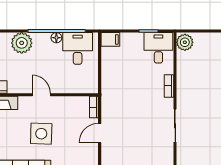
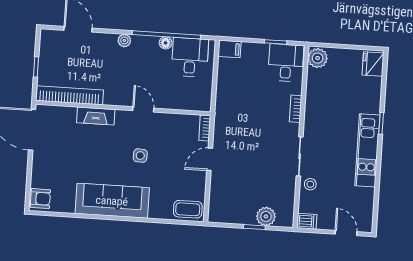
plant: (22, 43) -> (124, 41), width x0.53, depth x0.53
side table: (41, 134) -> (140, 156), width x0.54, depth x0.54
stool: (186, 148) -> (310, 184), added

